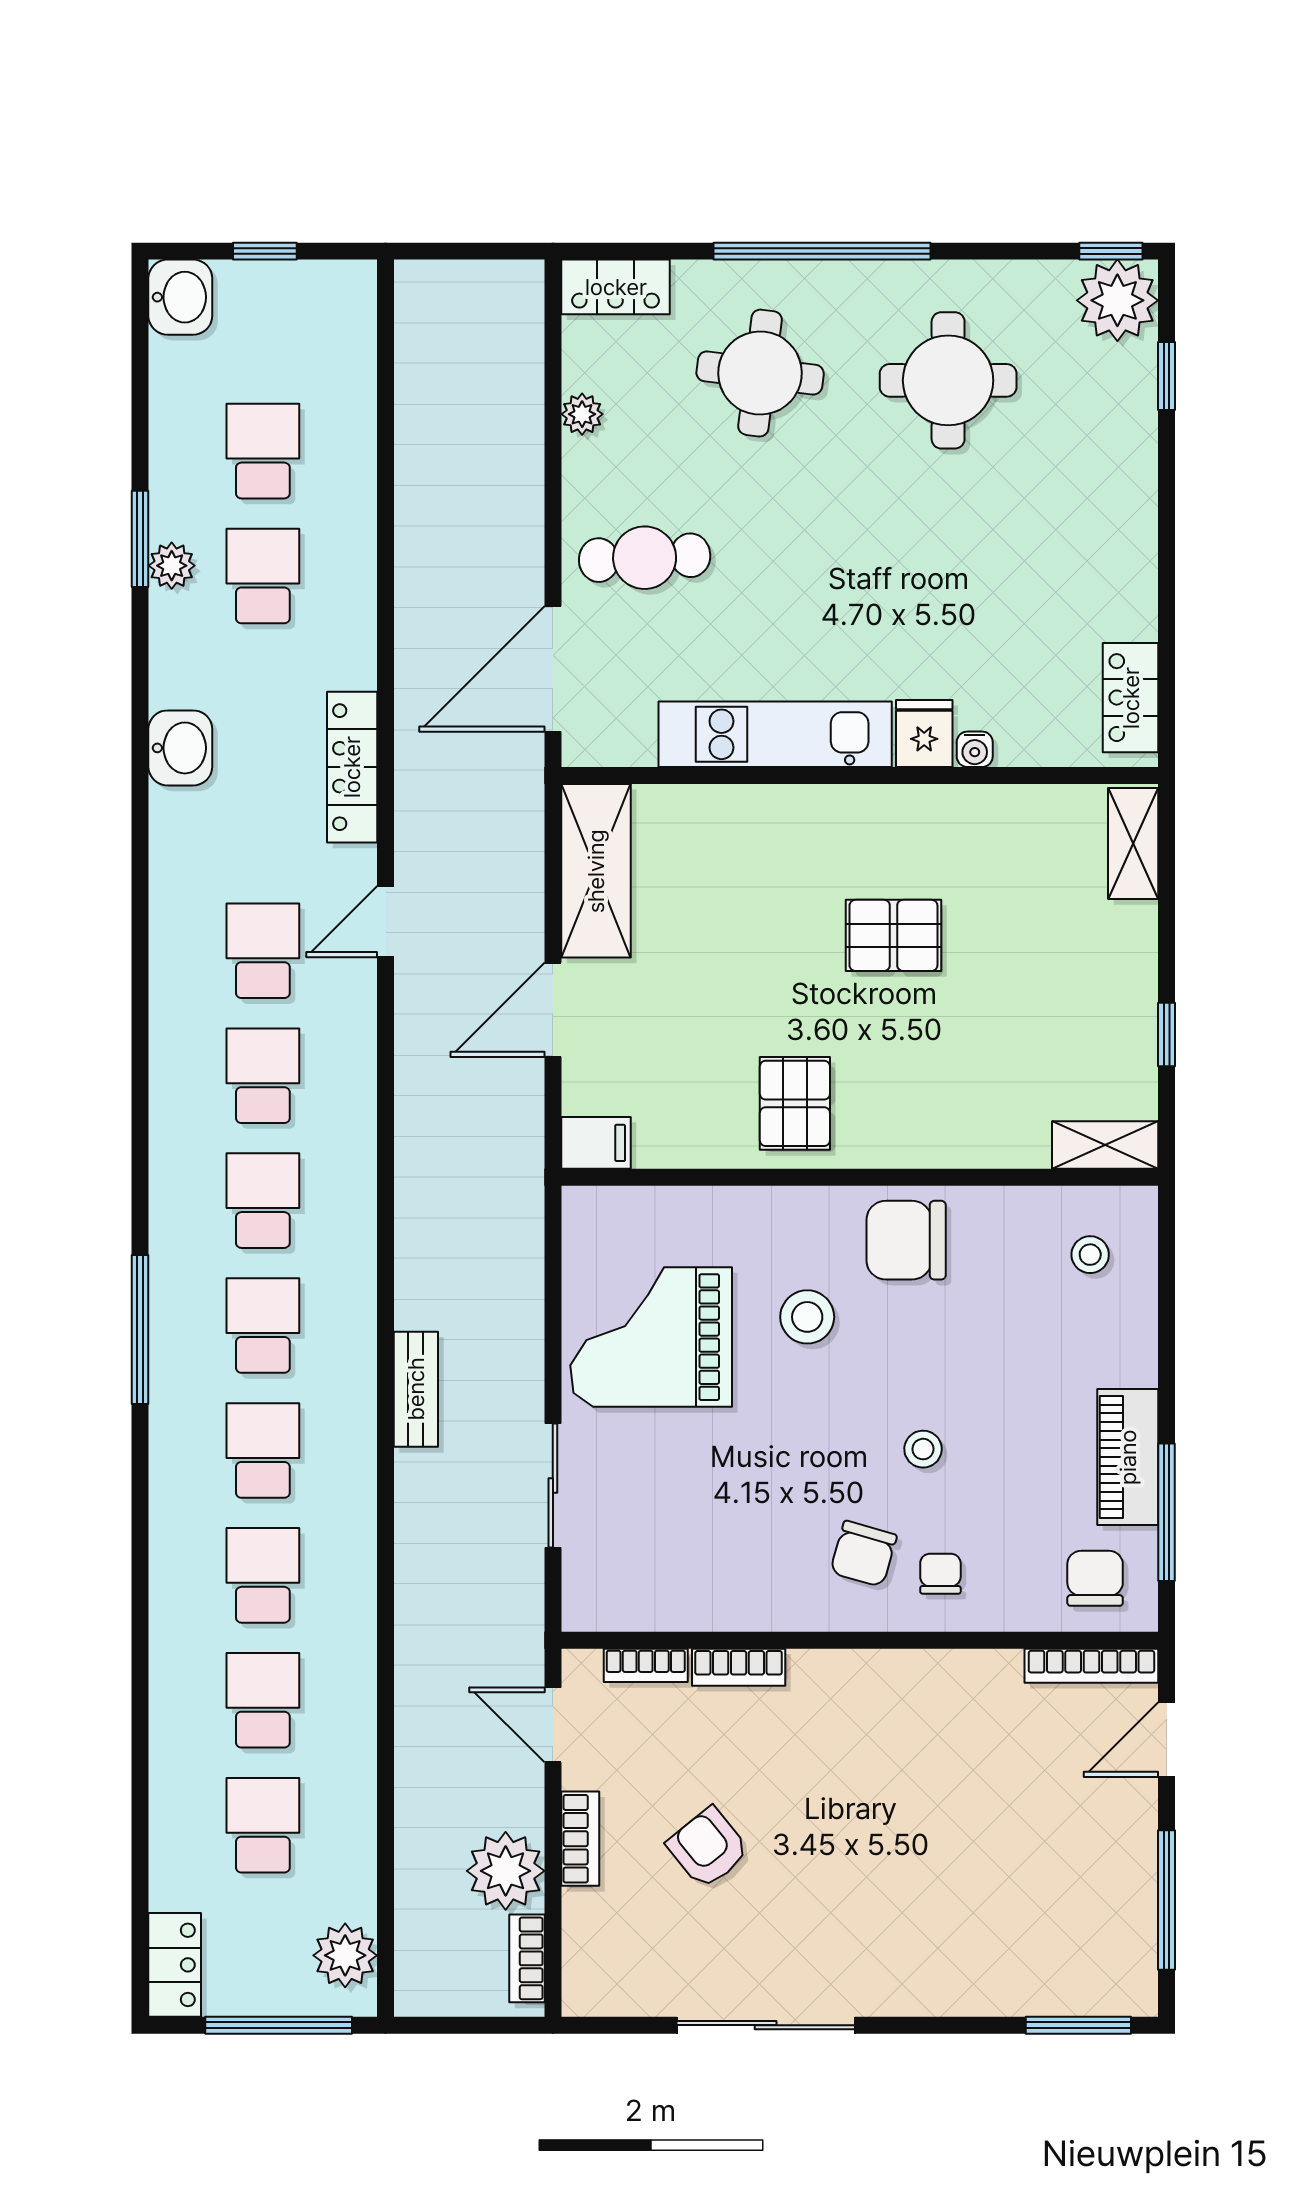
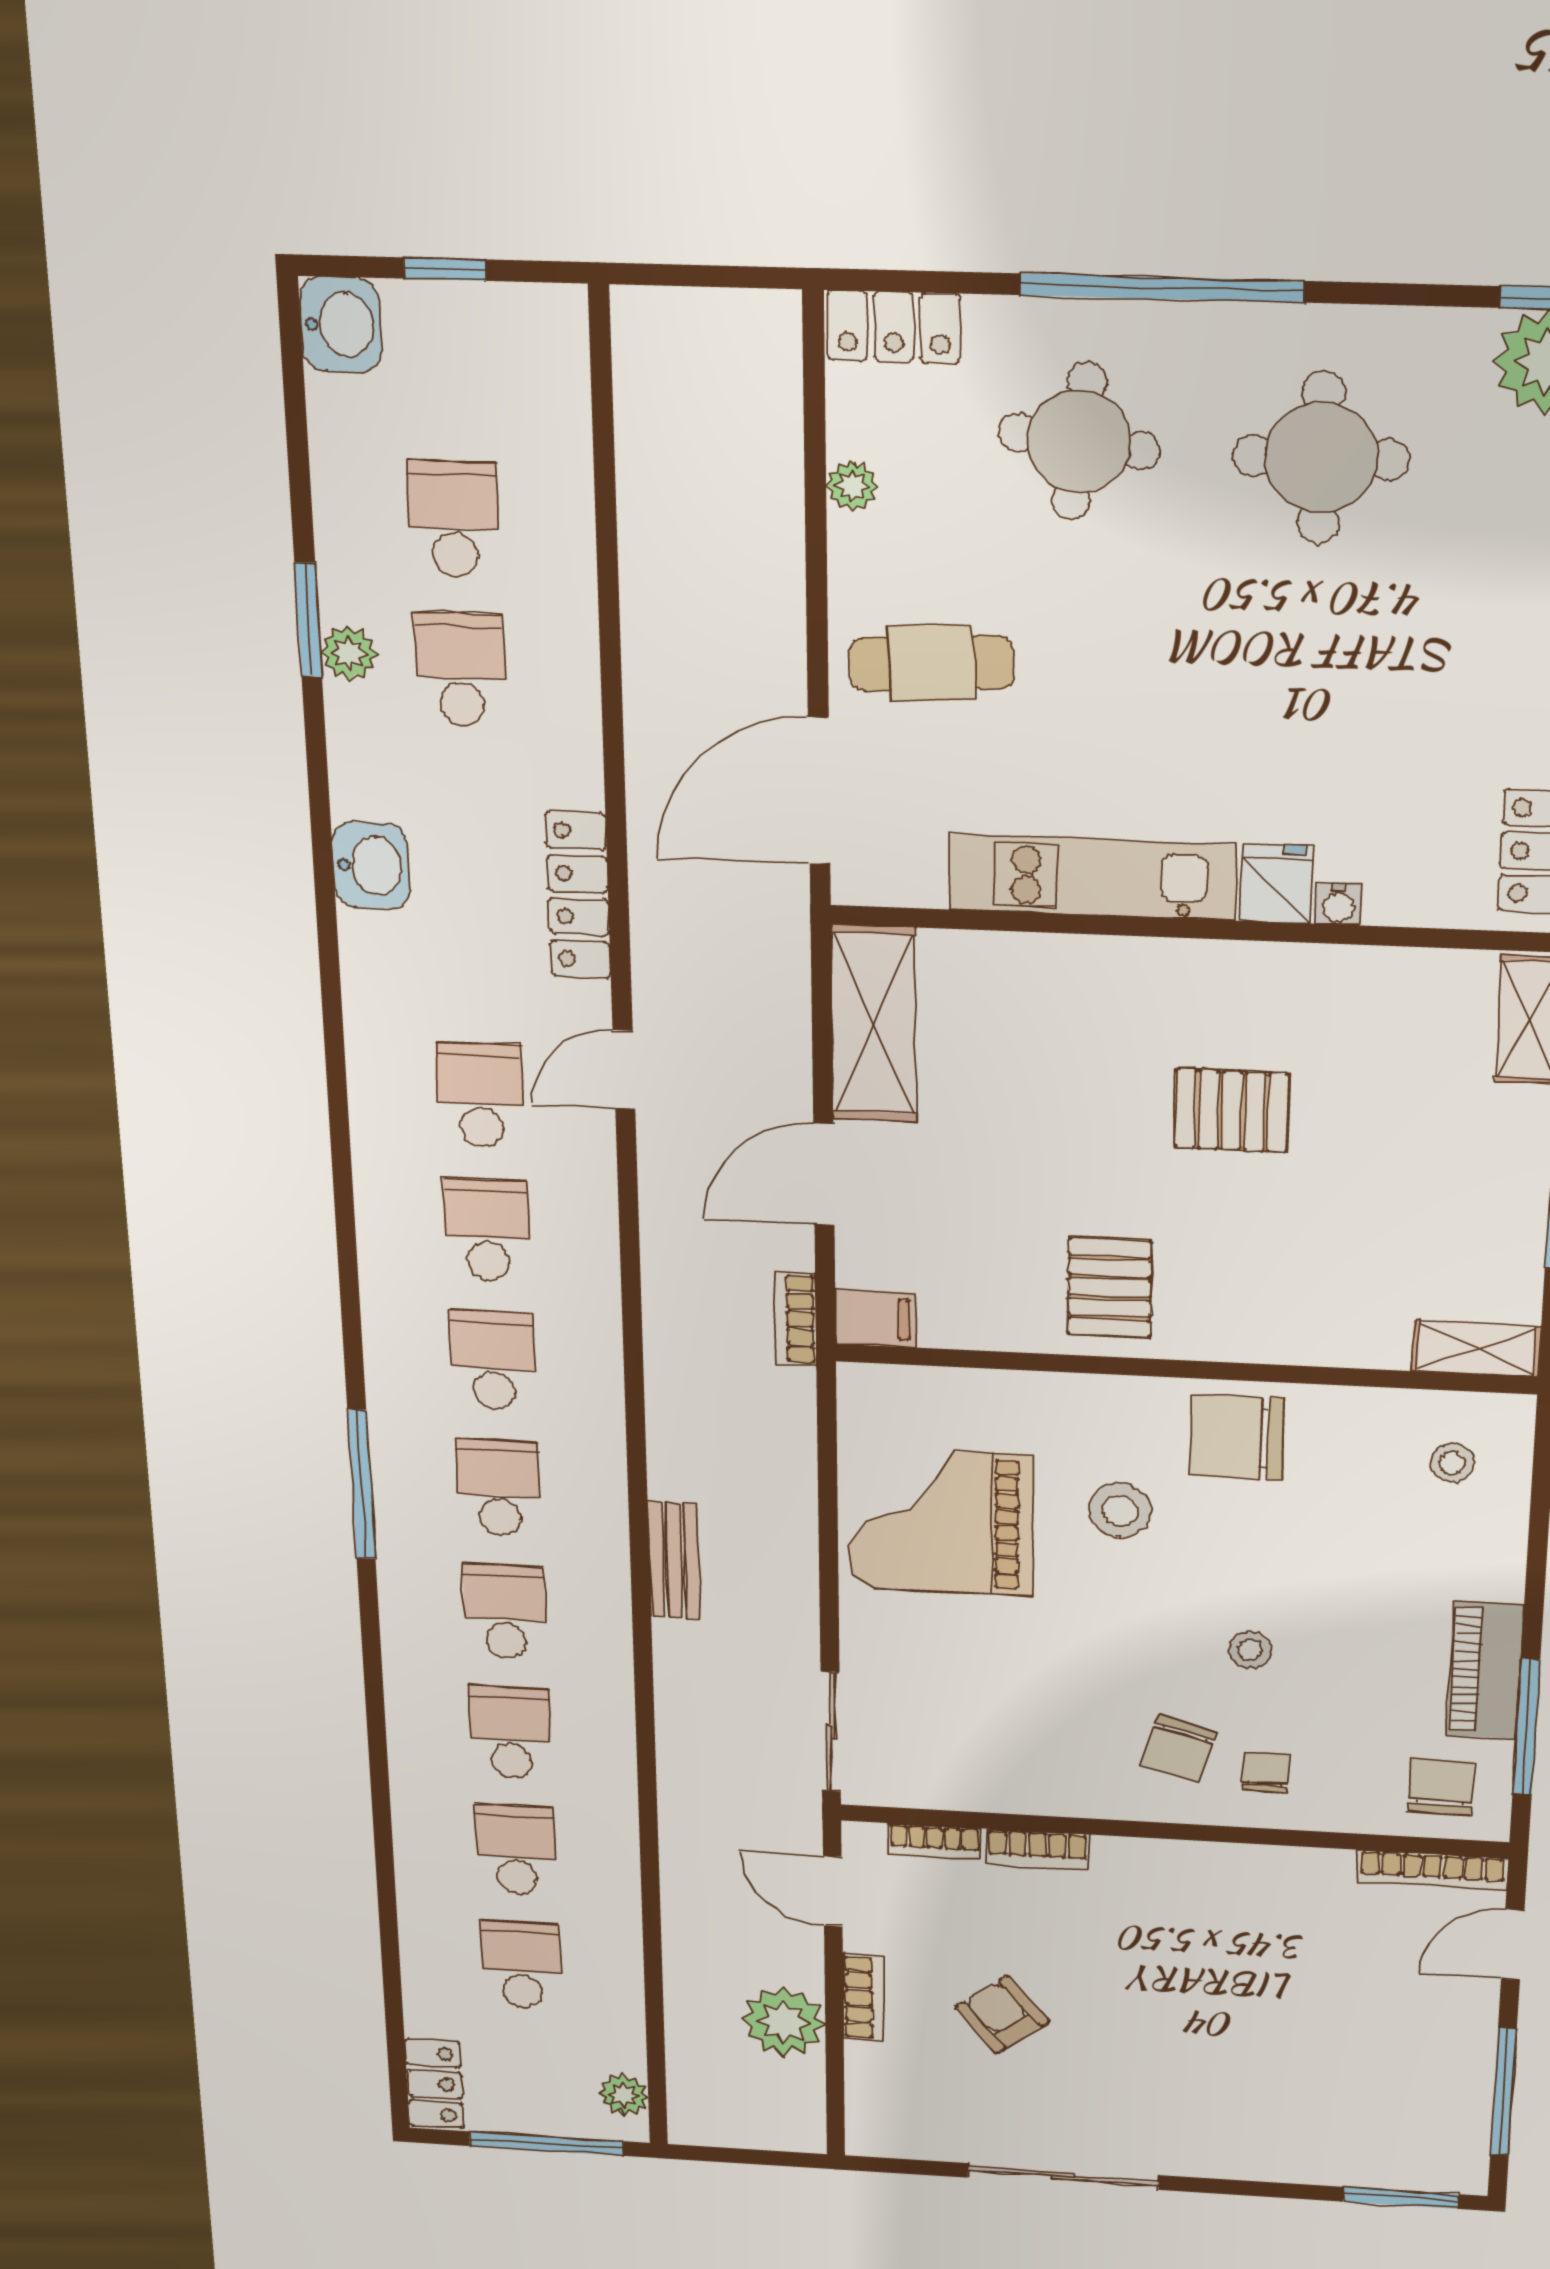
sliding door: (553, 1486) -> (831, 1732), moved
plant: (345, 1955) -> (624, 2095), width x0.73, depth x0.73
bookcase: (527, 1958) -> (795, 1319), moved

